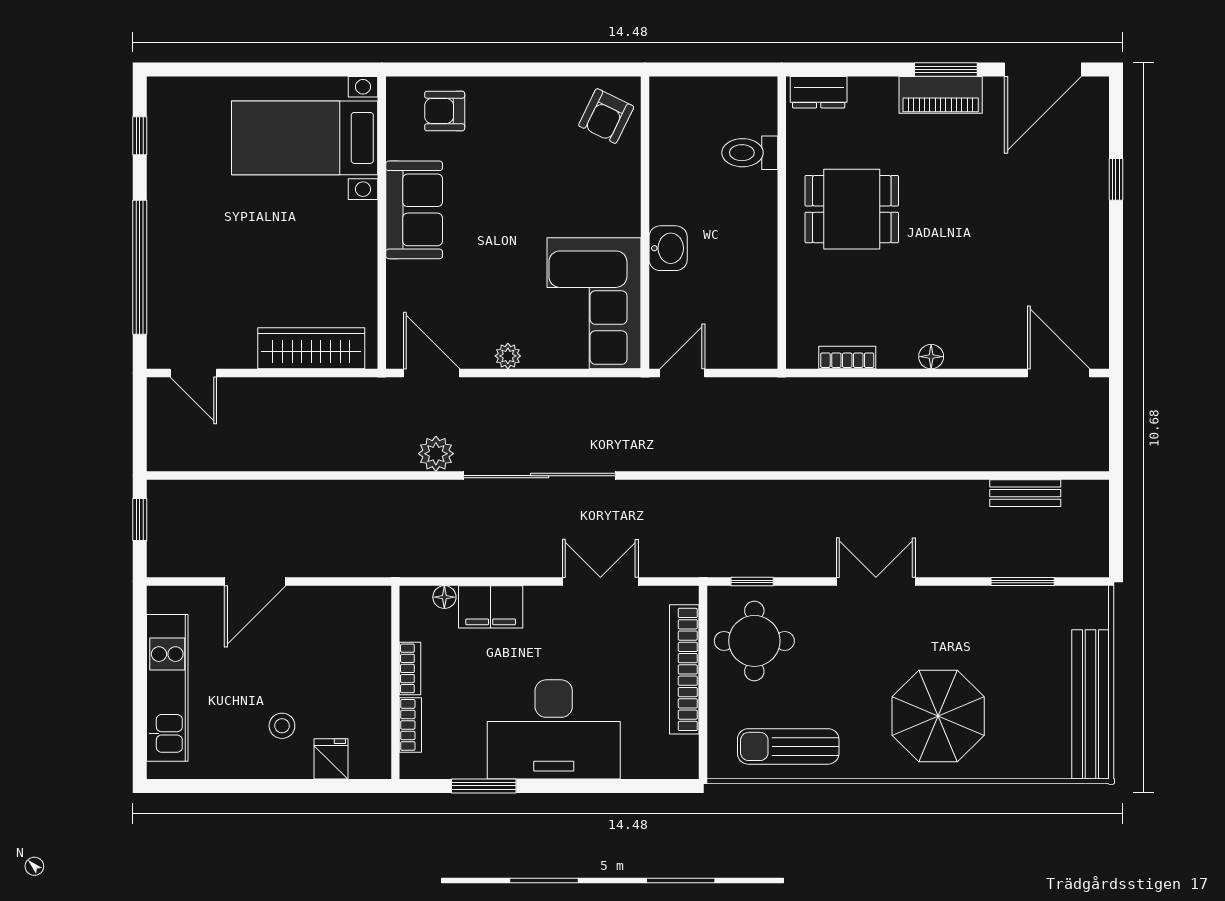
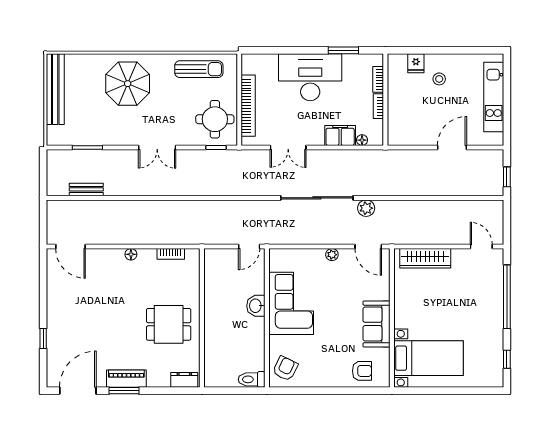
toilet: (750, 153) -> (252, 379), moved, turned 180
corner sofa: (594, 303) -> (291, 303), moved

